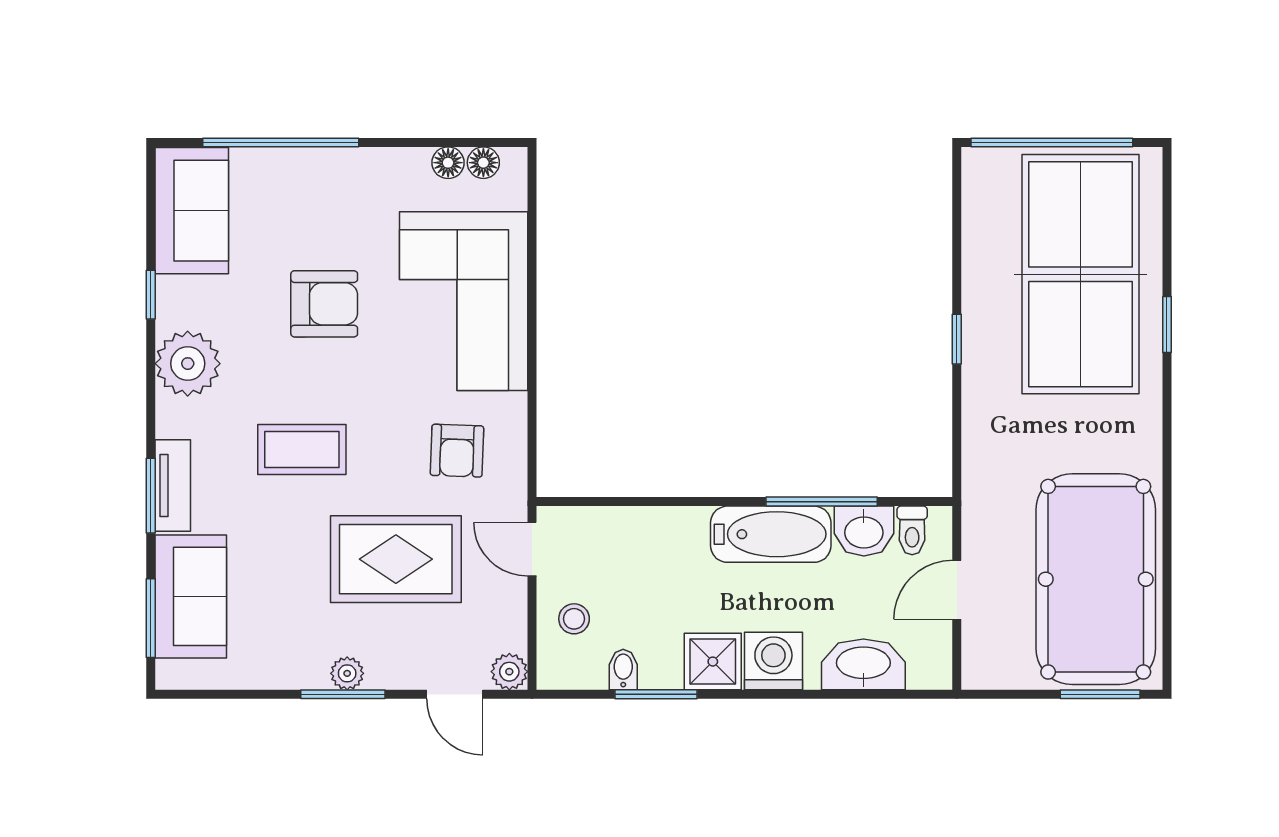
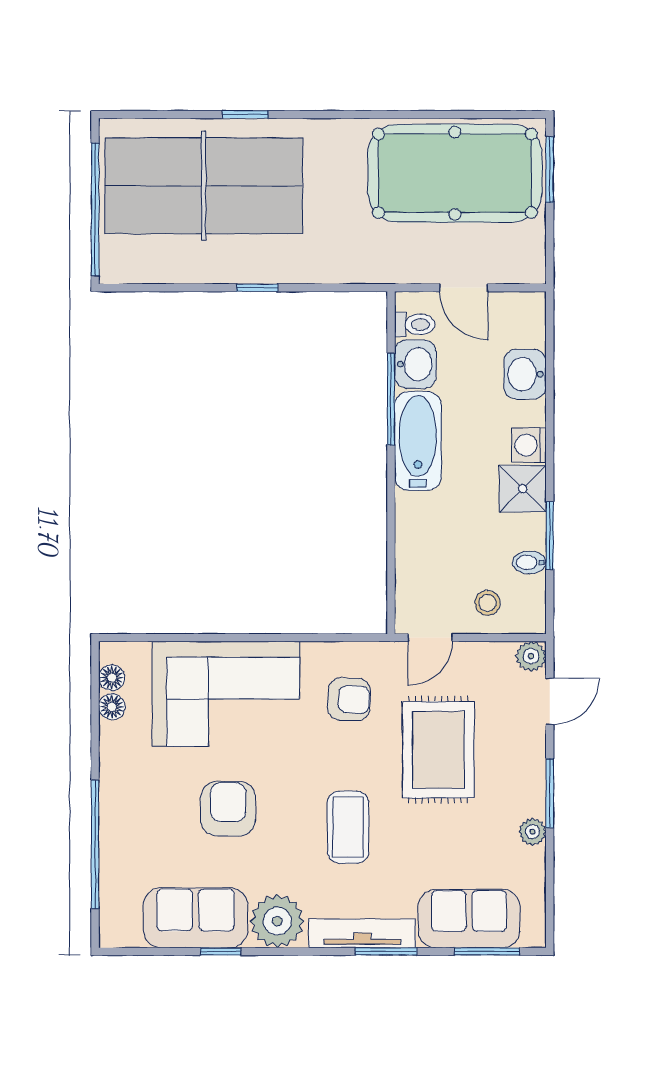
sofa: (192, 211) -> (196, 918), moved
tv unit: (173, 485) -> (362, 933), width x1.41
washing machine: (773, 661) -> (529, 445), width x0.73, depth x0.73
washbasin: (863, 664) -> (525, 374), width x0.72
plant: (347, 673) -> (532, 832), moved

